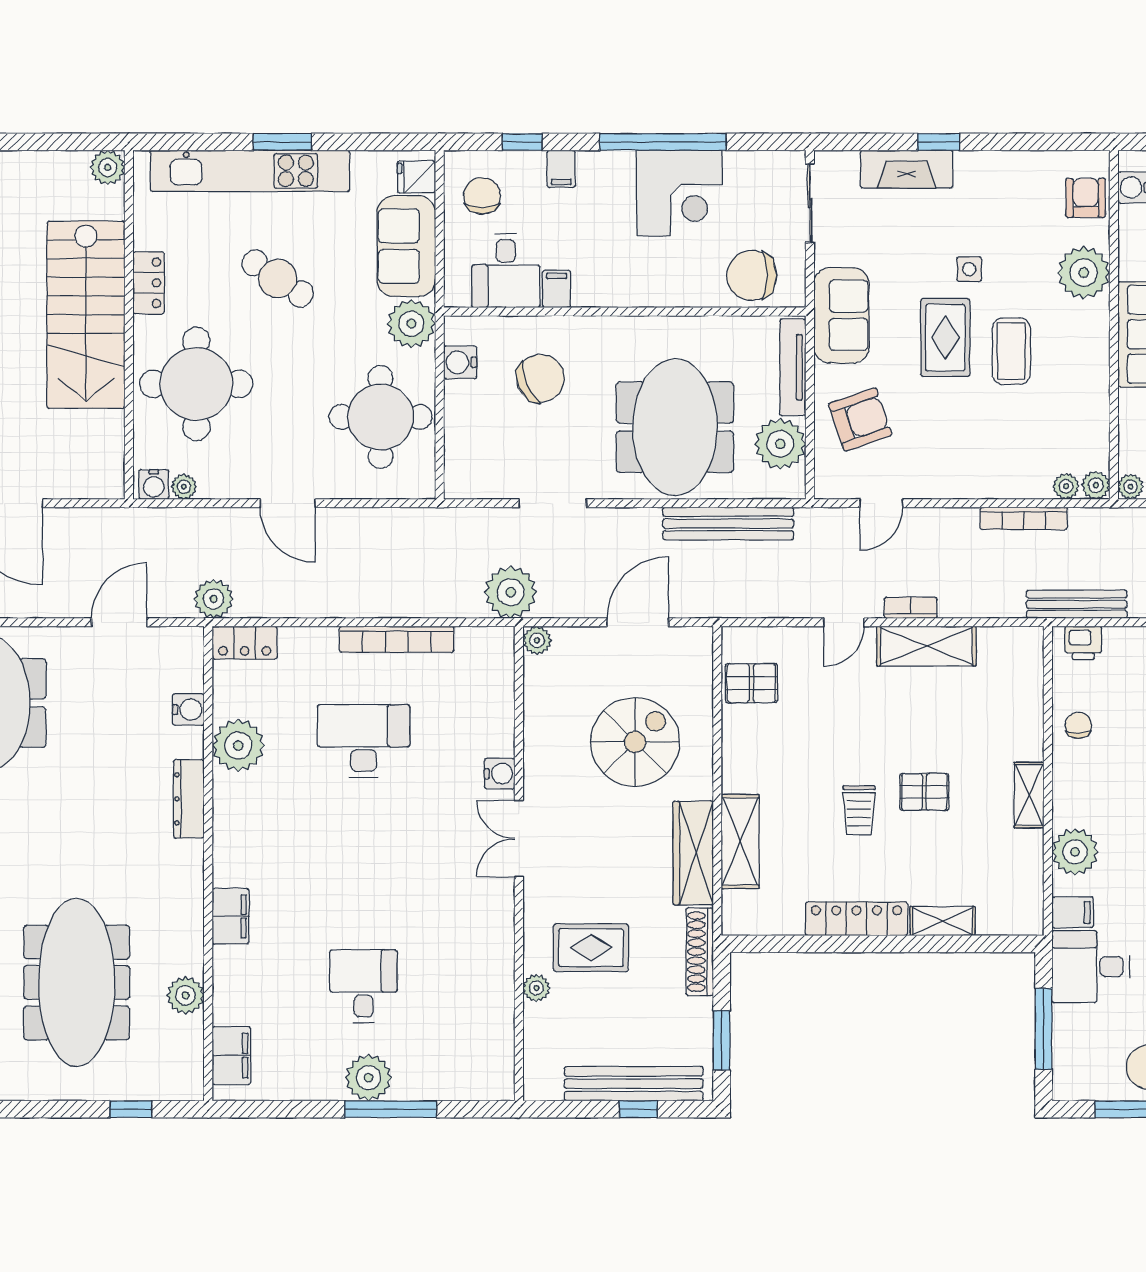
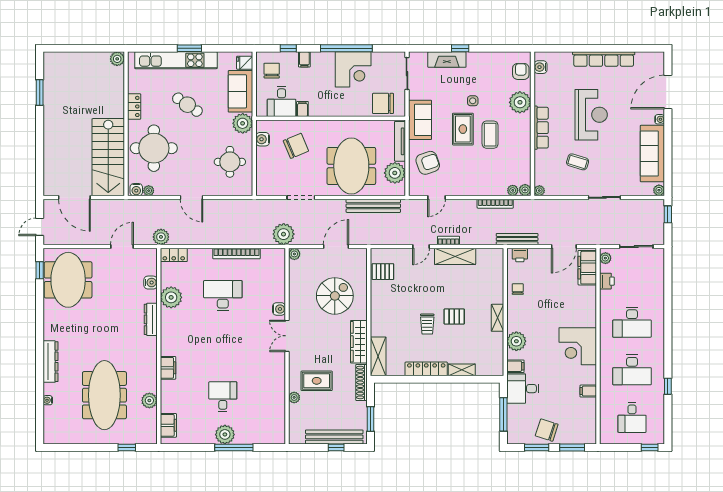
stairs: (86, 315) -> (108, 157), moved
round table: (381, 417) -> (230, 162), width x0.73, depth x0.73
shelving: (740, 842) -> (378, 356), moved

